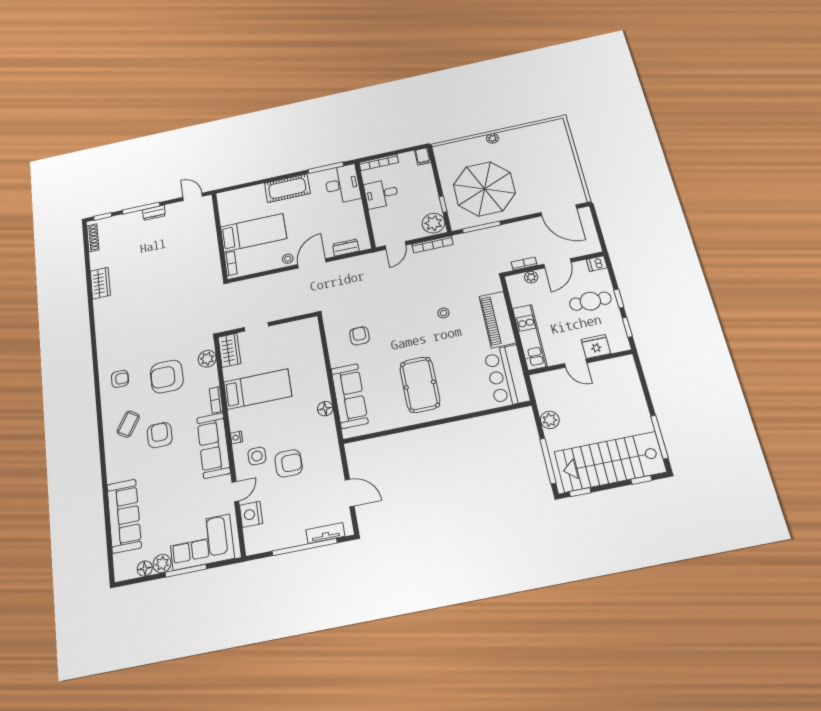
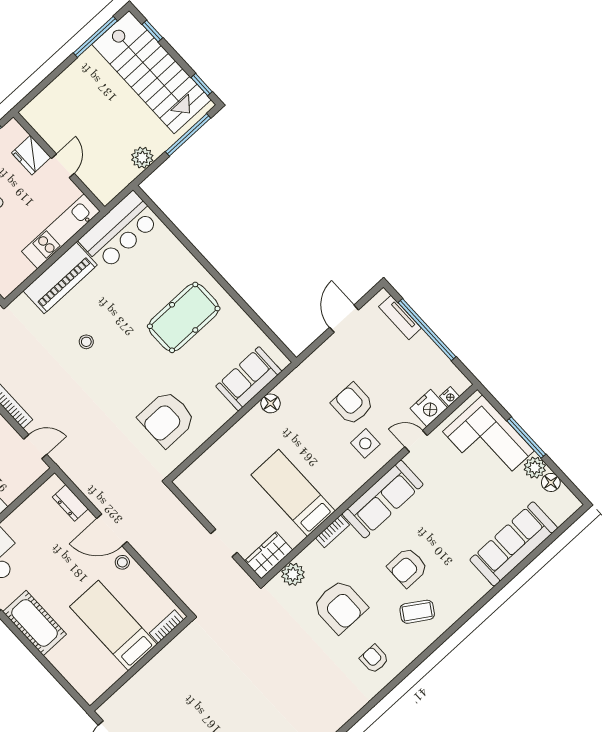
armchair: (360, 336) -> (167, 419), width x1.88, depth x1.88
sofa: (349, 396) -> (249, 379), width x0.73
nightstand: (236, 437) -> (450, 397), moved

